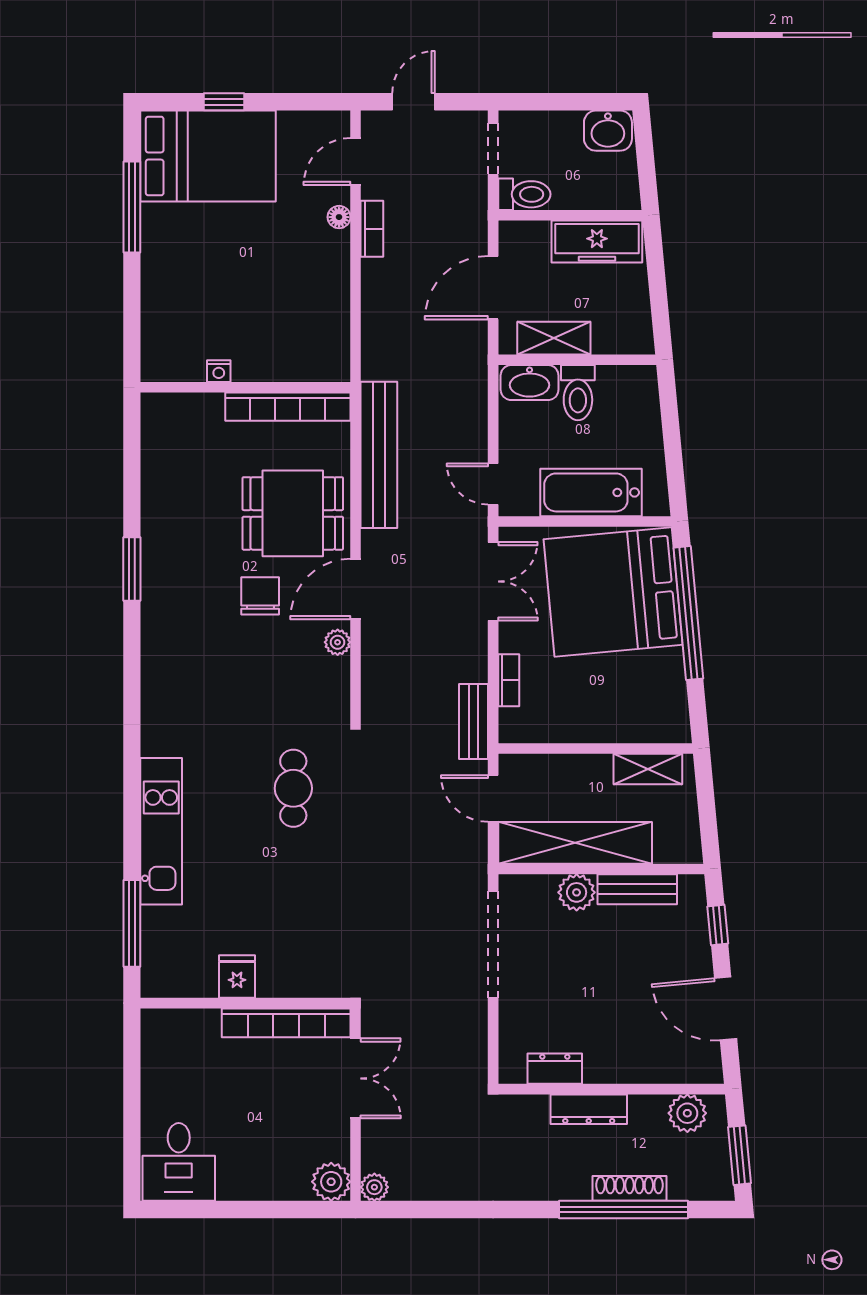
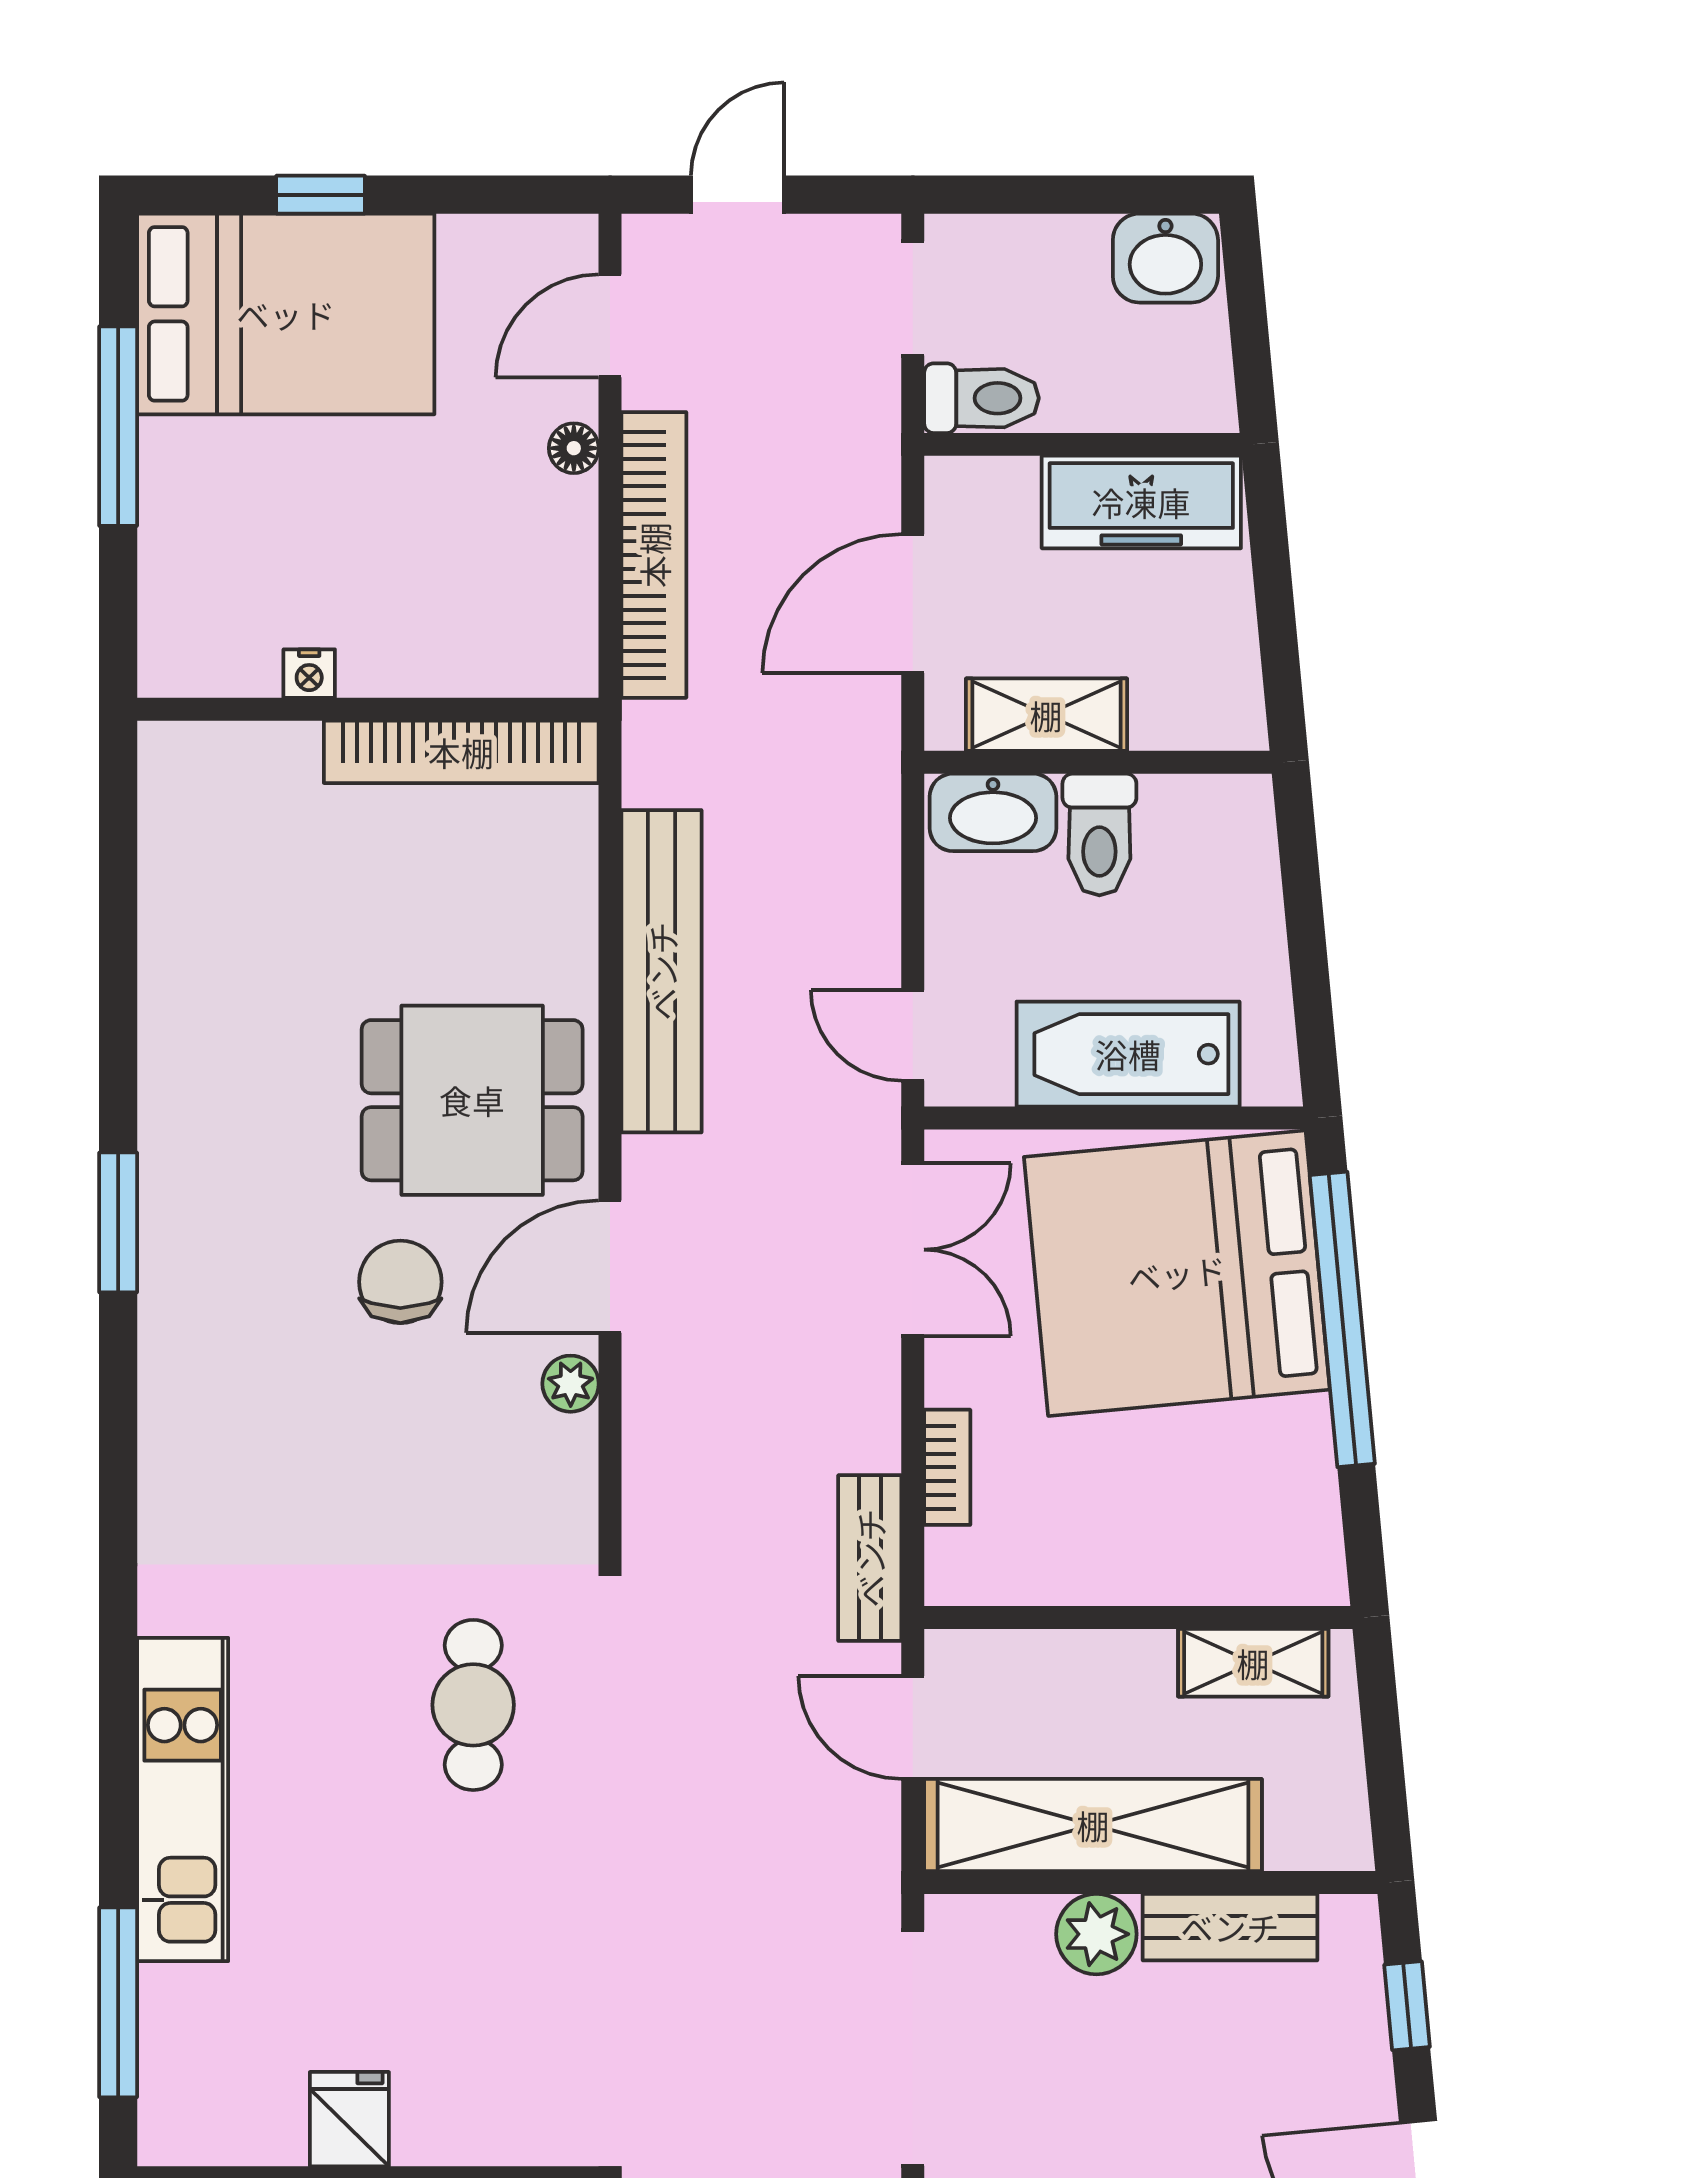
bookcase: (372, 229) -> (654, 555), width x2.31, depth x1.31
nightstand: (219, 371) -> (309, 674), moved
wall: (245, 387) -> (368, 709), moved
bookcase: (288, 407) -> (461, 752), moved

